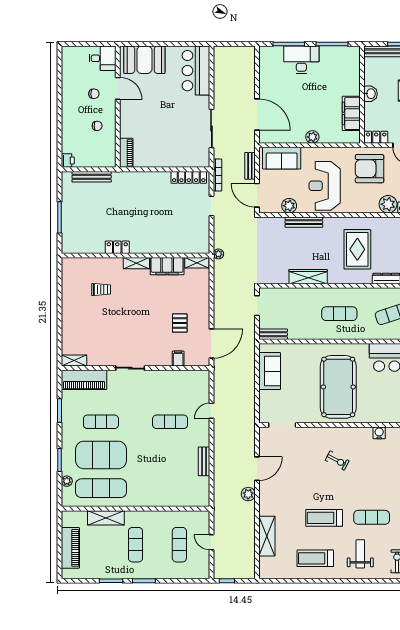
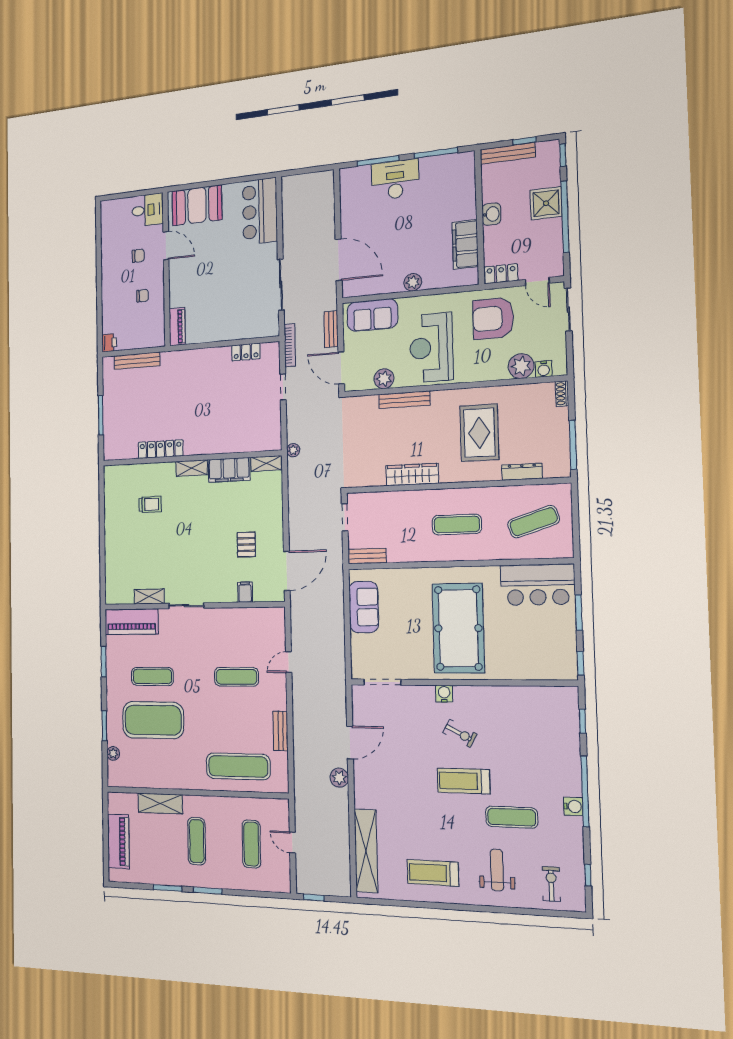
locker: (189, 177) -> (246, 352), width x0.66
locker: (117, 247) -> (160, 449), width x1.53
shelving: (74, 361) -> (149, 596), moved
water cooler: (379, 433) -> (444, 694), moved
exercise mat: (101, 488) -> (238, 766), moved
treadmill: (324, 518) -> (464, 781), moved
shelving: (267, 536) -> (366, 851), width x1.47

